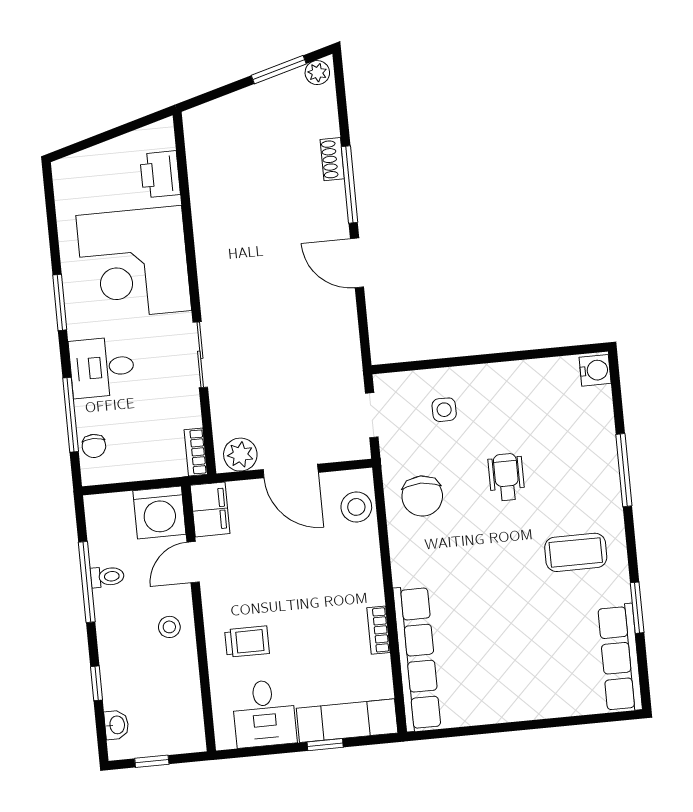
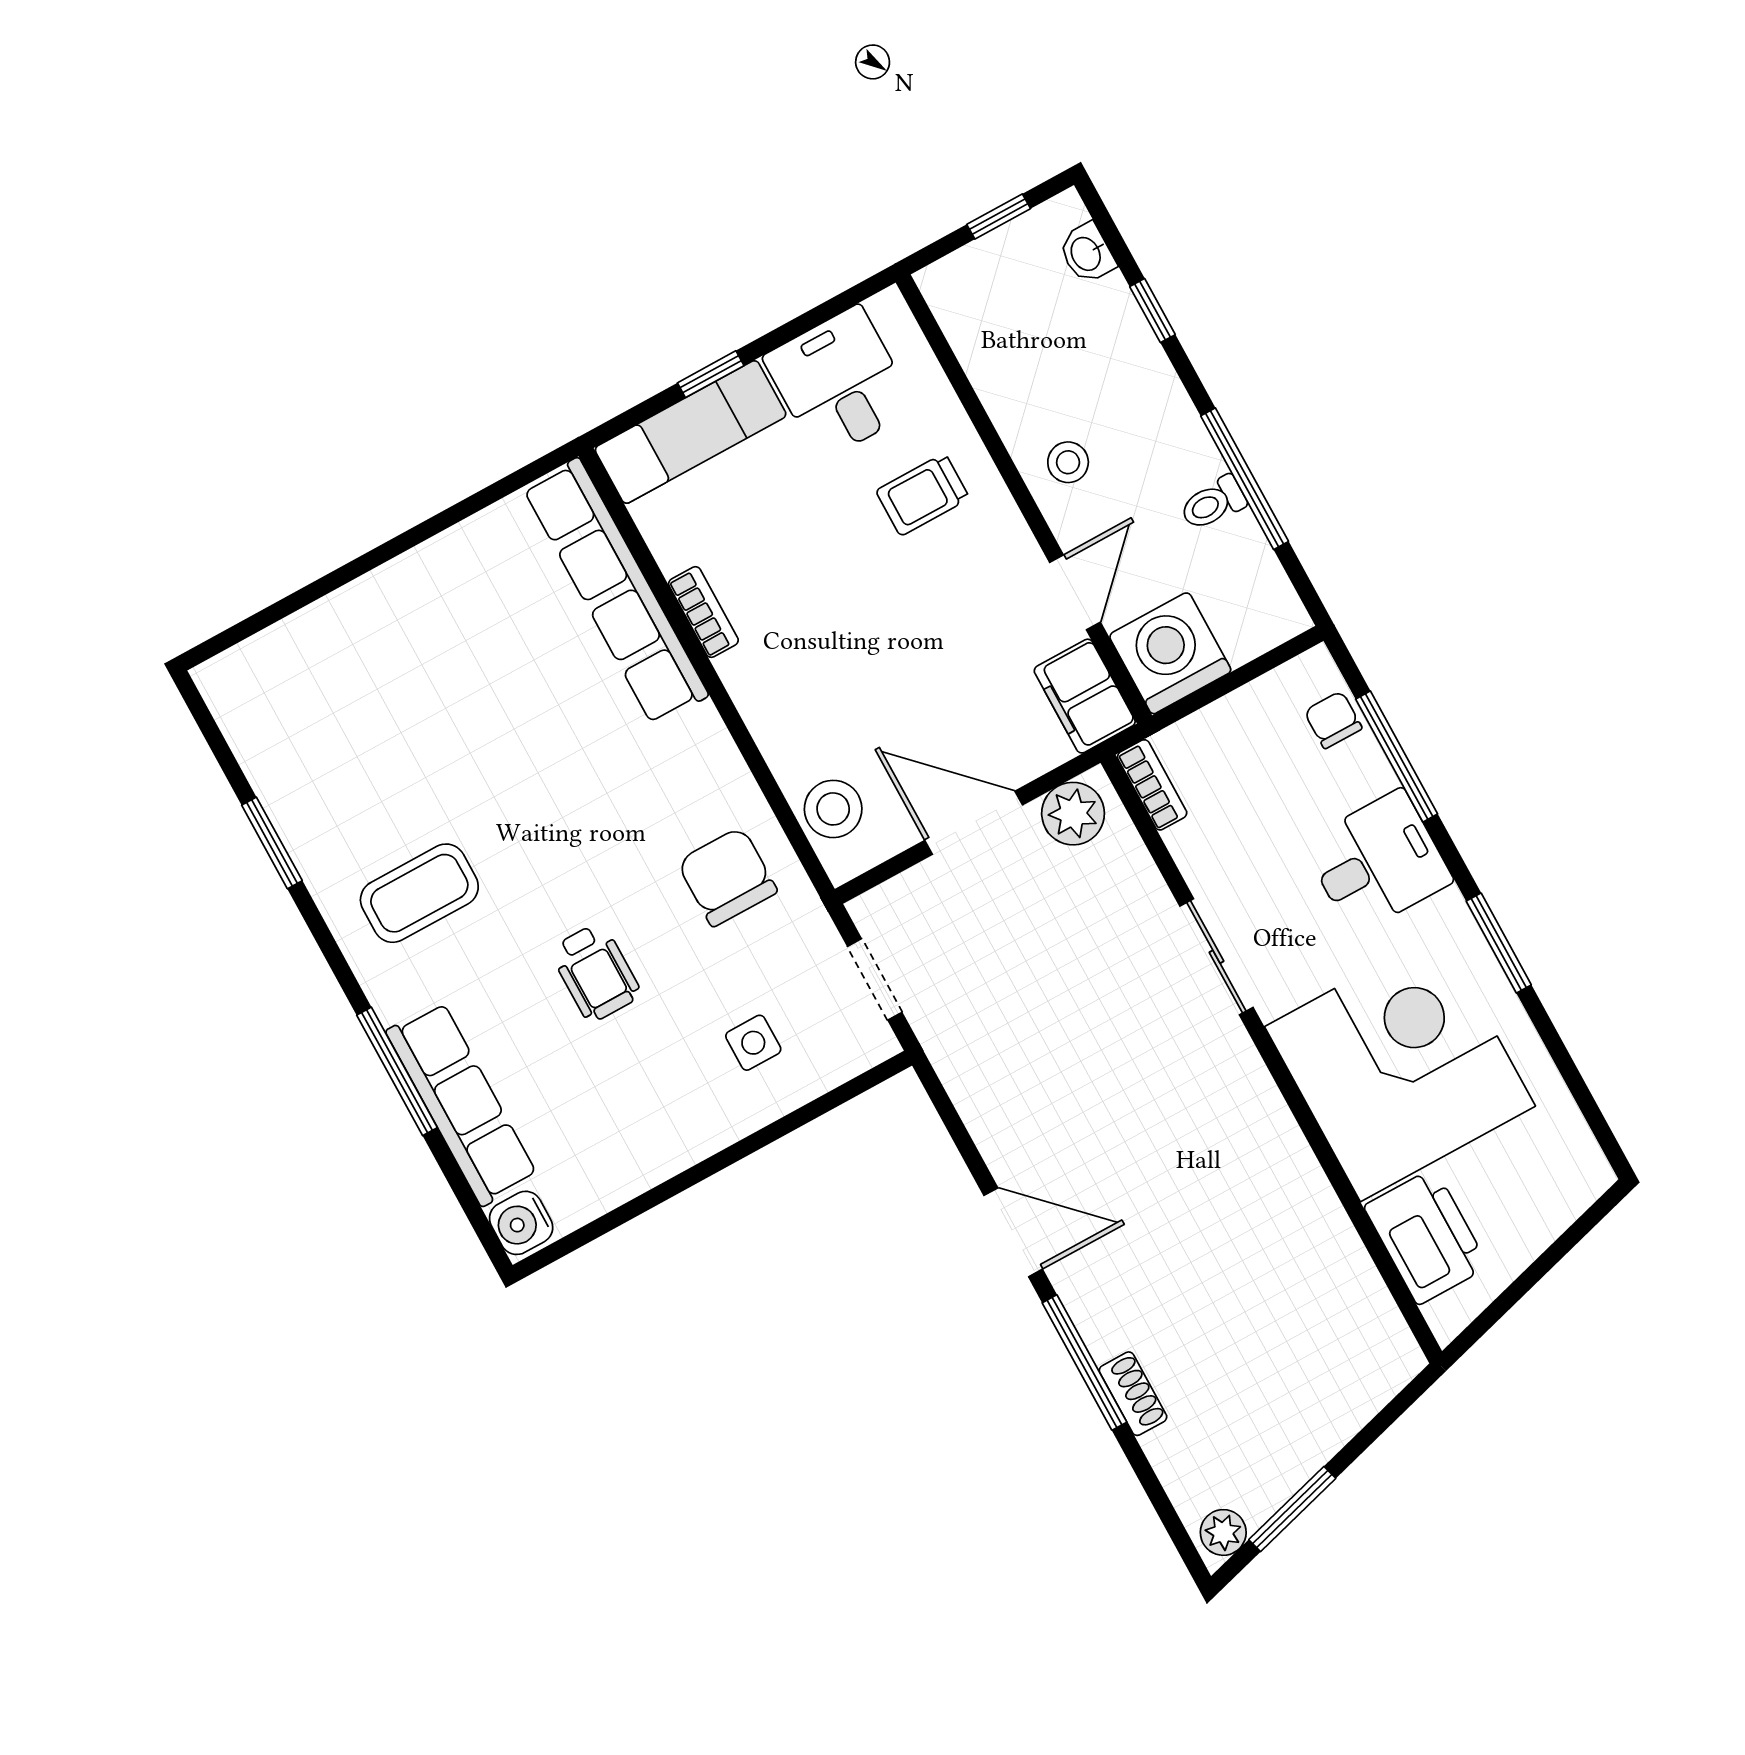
printer: (160, 174) -> (1426, 1236), width x1.37, depth x1.19
row of seats: (620, 658) -> (462, 1104), moved

